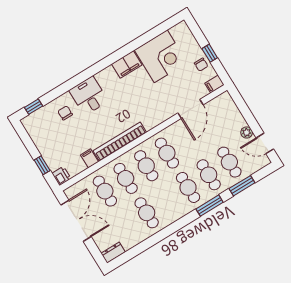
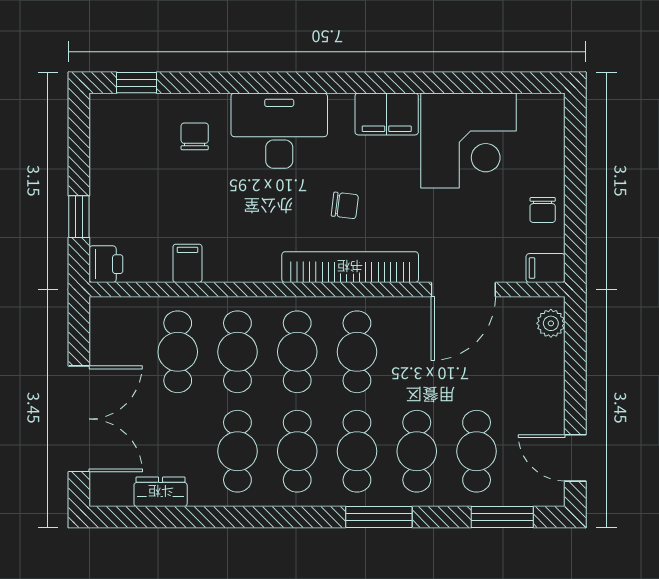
window: (210, 53) -> (575, 197), removed
desk: (89, 96) -> (279, 131), width x1.37
chair: (132, 105) -> (345, 205), added
plant: (247, 132) -> (551, 323), moved
bookcase: (120, 142) -> (350, 267), moved
window: (242, 186) -> (502, 517), moved
cafe table: (167, 200) -> (297, 451), added
double door: (76, 221) -> (79, 419), moved
dresser: (113, 253) -> (161, 492), moved

